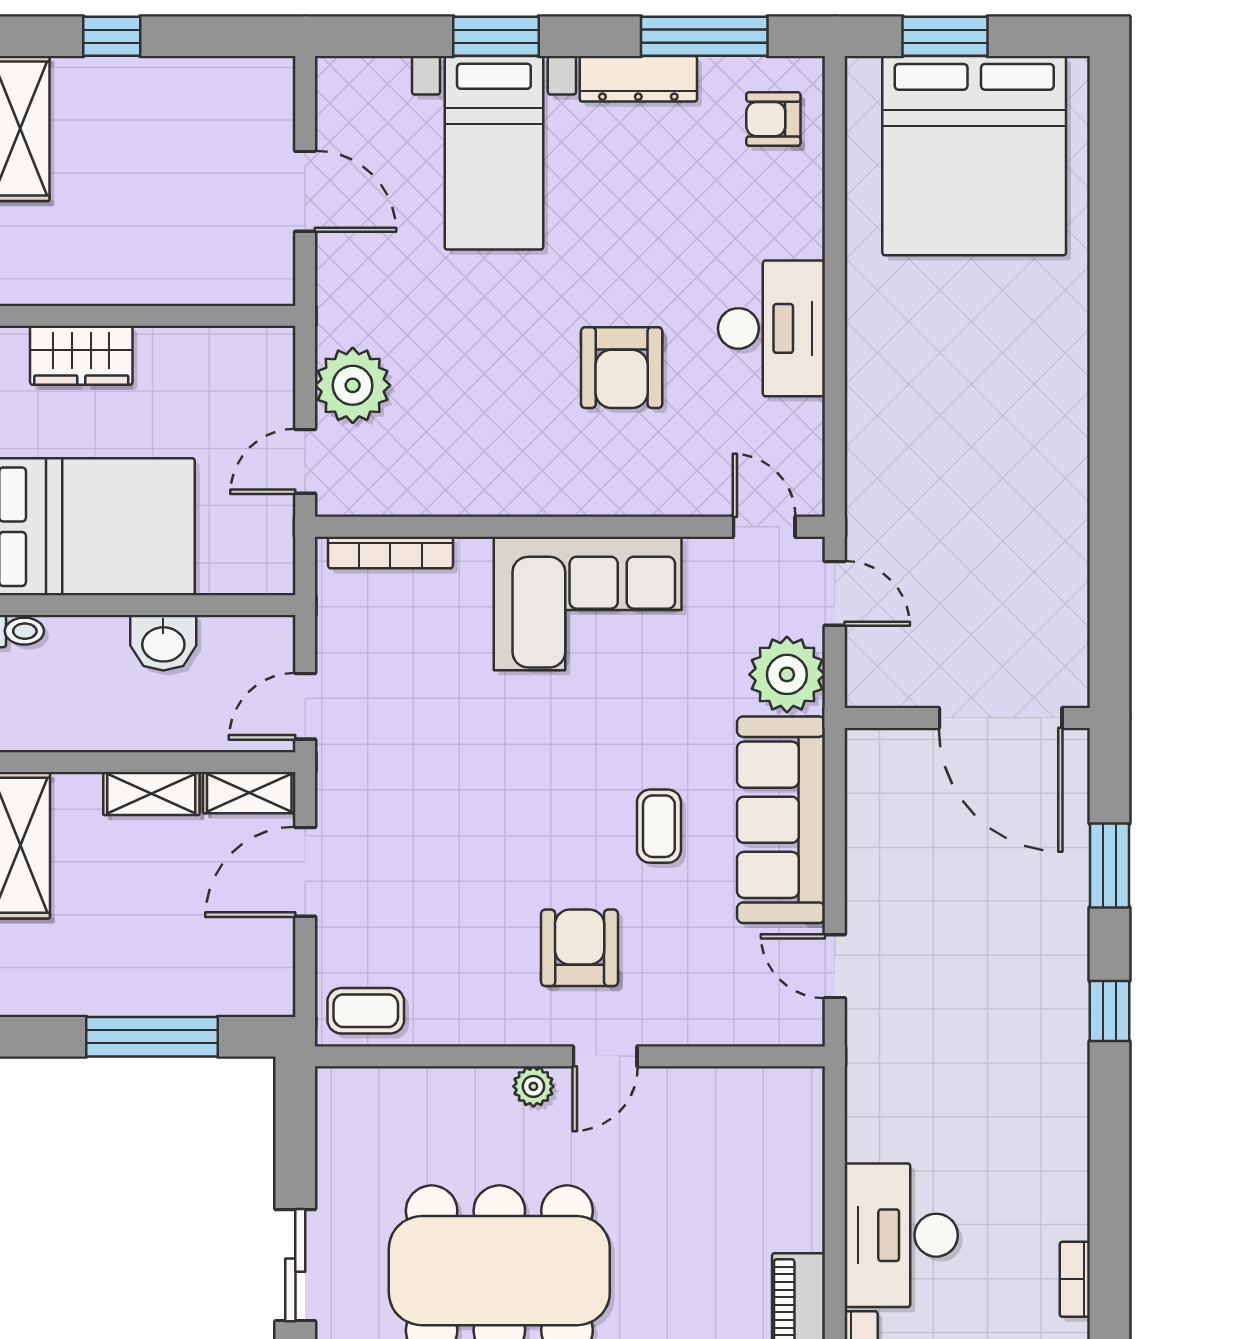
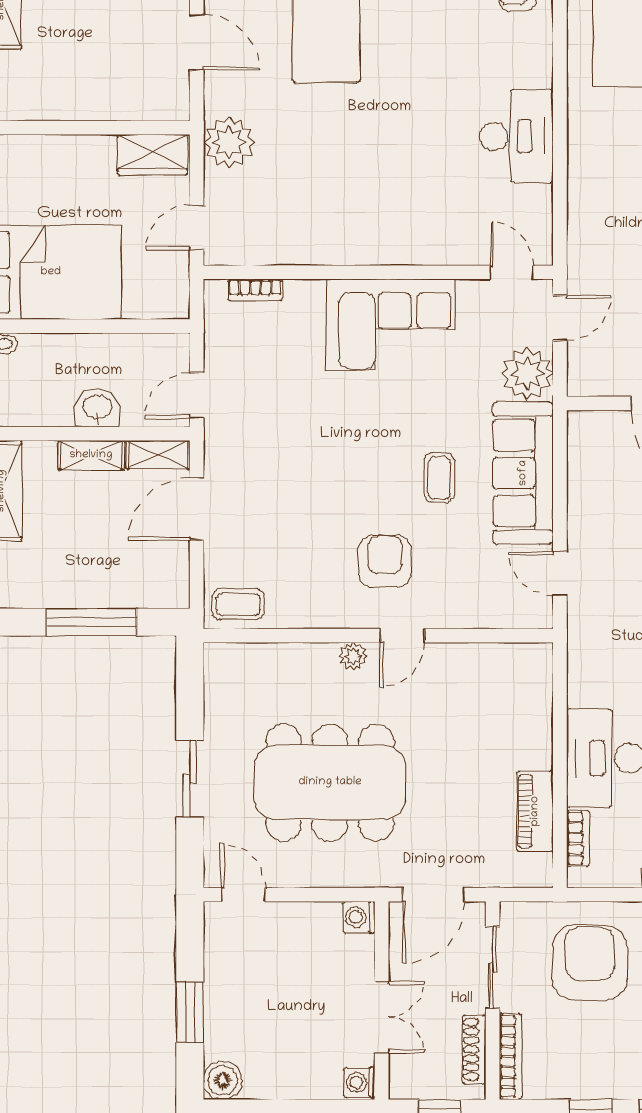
wardrobe: (81, 355) -> (152, 155), moved
armchair: (622, 368) -> (414, 163), removed
plant: (353, 385) -> (229, 142), moved
bookcase: (390, 552) -> (255, 290), width x0.64
door: (835, 593) -> (560, 318), hinge flipped
washbasin: (163, 643) -> (97, 408), moved, turned 180

